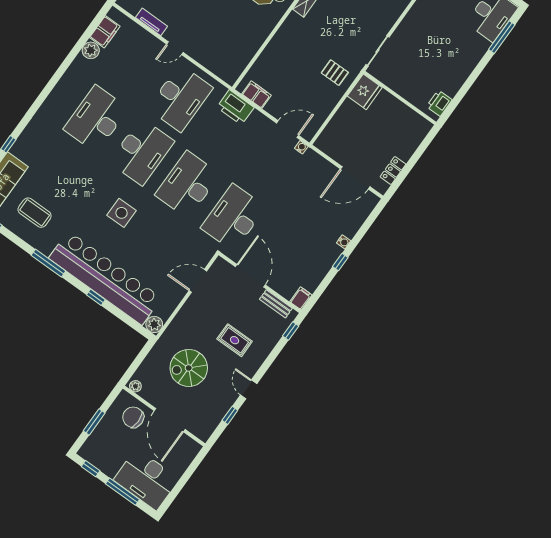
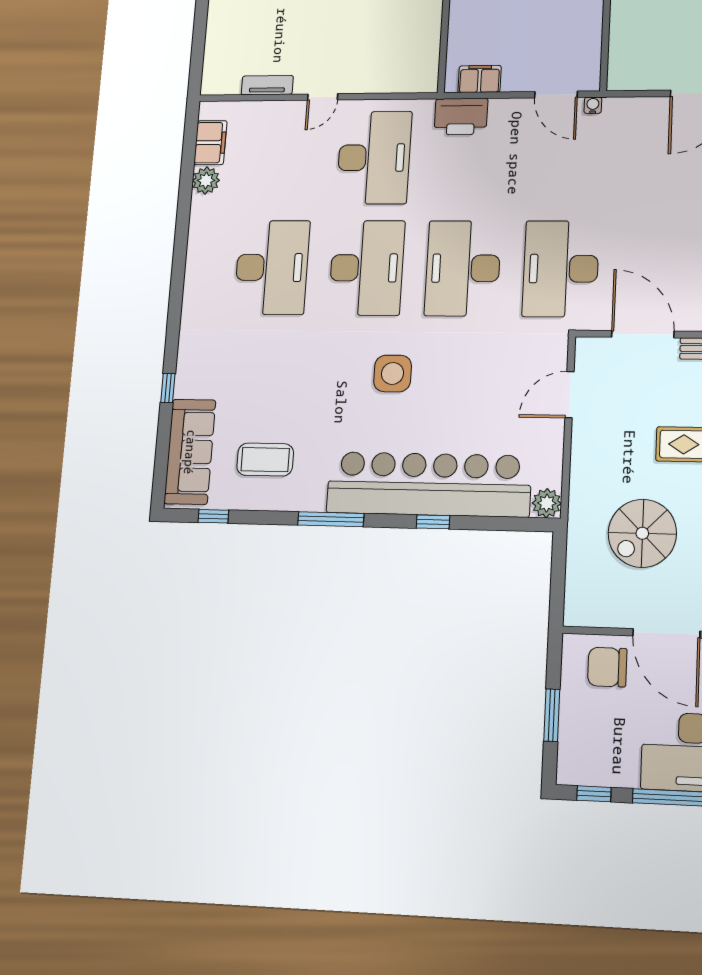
desk: (96, 119) -> (272, 267), turned 180
door: (288, 129) -> (556, 95), swing flipped
plant: (135, 386) -> (579, 616), removed

